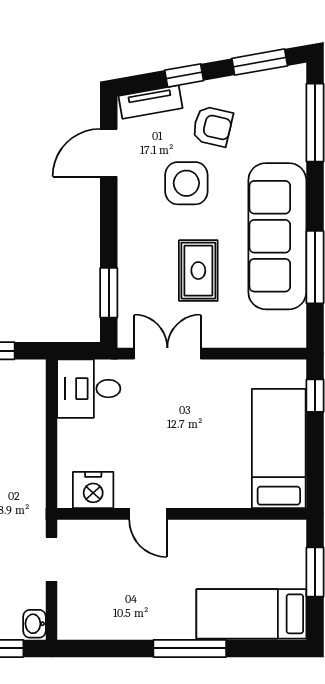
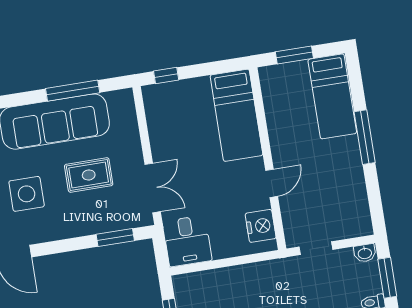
double door: (167, 354) -> (153, 188), swing flipped
bed: (279, 449) -> (236, 115), moved, turned -90

